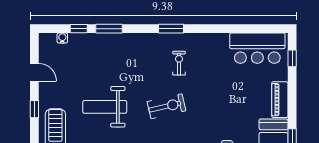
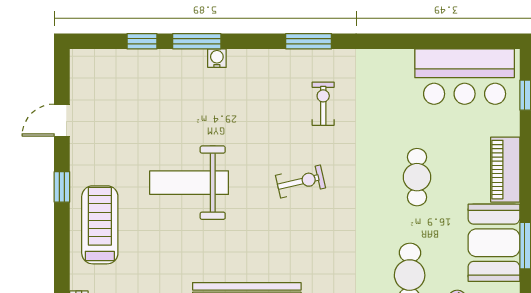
water cooler: (62, 38) -> (217, 58), moved
door: (34, 72) -> (62, 120), swing flipped
cafe table: (231, 104) -> (417, 177), added
exercise bike: (167, 106) -> (301, 182), width x0.73, depth x0.72

